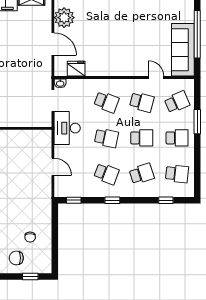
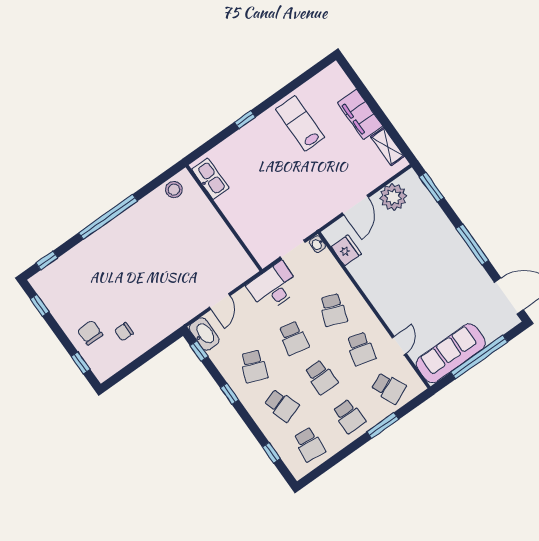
washbasin: (66, 190) -> (204, 334), added

